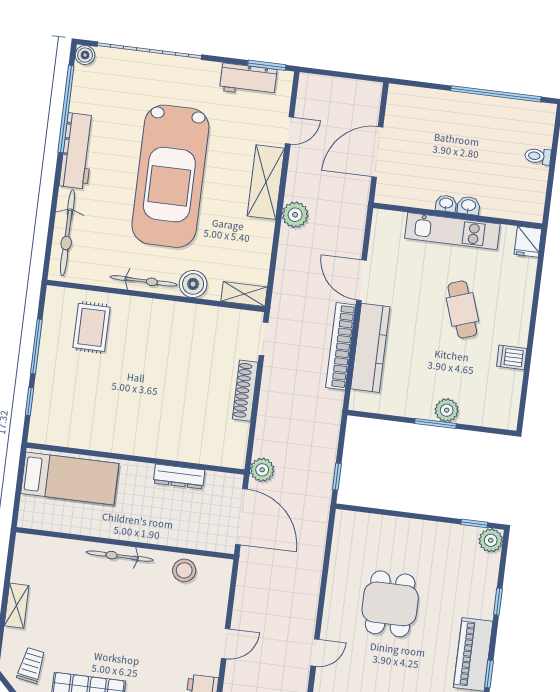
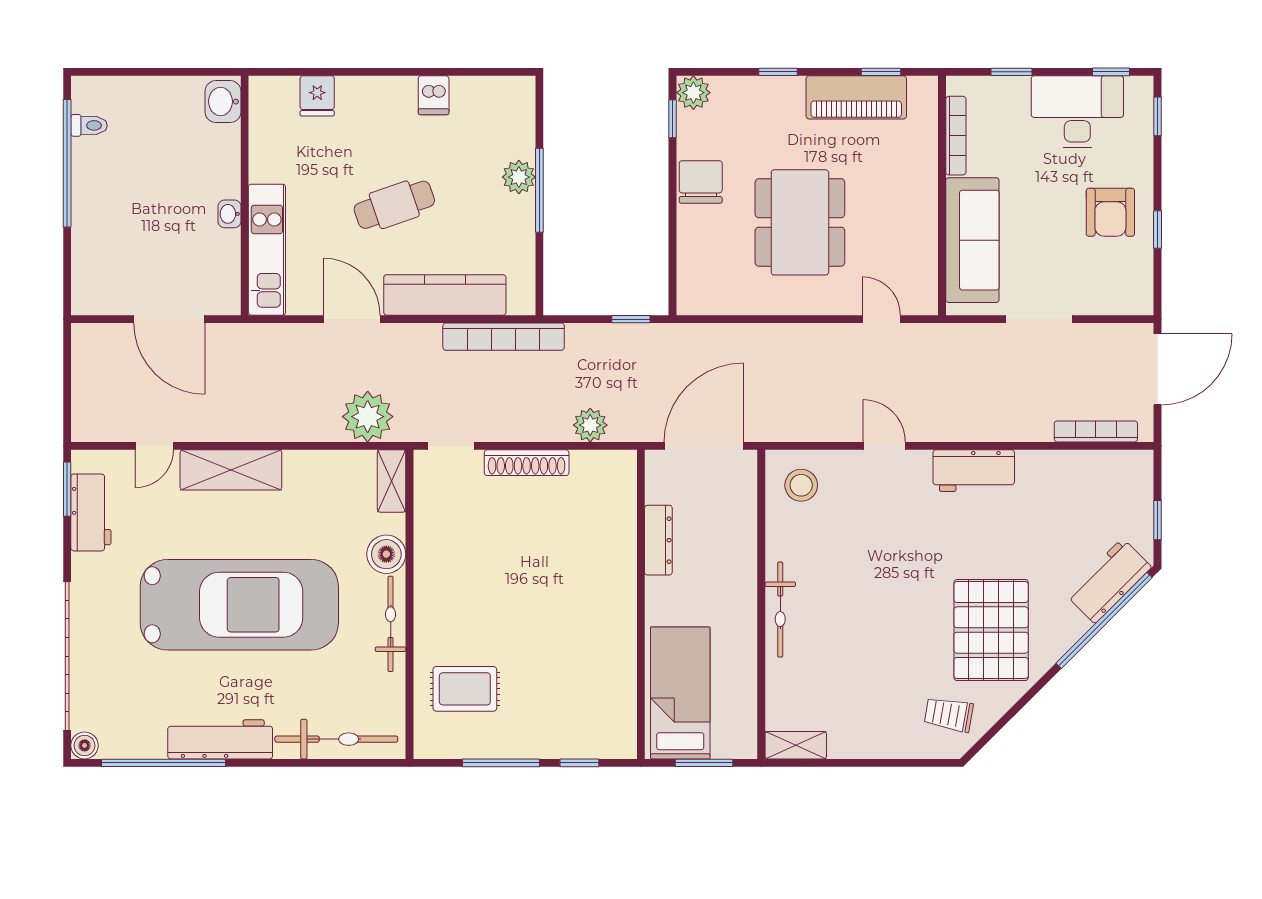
door: (290, 130) -> (154, 446), swing flipped
toilet: (538, 156) -> (89, 125), moved, turned -90
washbasin: (469, 206) -> (223, 102), moved, width x1.38, depth x1.45
plant: (295, 215) -> (368, 417), moved, width x1.36, depth x1.36
kitchen unit: (452, 231) -> (267, 250), moved
fridge: (528, 242) -> (317, 96), moved, turned 90
door: (361, 280) -> (352, 319), swing flipped
cafe table: (462, 309) -> (394, 205), moved
bookcase: (341, 346) -> (504, 337), moved
window: (436, 424) -> (539, 190), width x1.44
plant: (262, 470) -> (590, 425), moved
window: (19, 489) -> (704, 763), added
chair: (427, 538) -> (701, 182), added
stool: (184, 570) -> (801, 485), moved
dining table: (390, 604) -> (800, 222), width x1.38
shelving: (17, 606) -> (796, 745), moved

